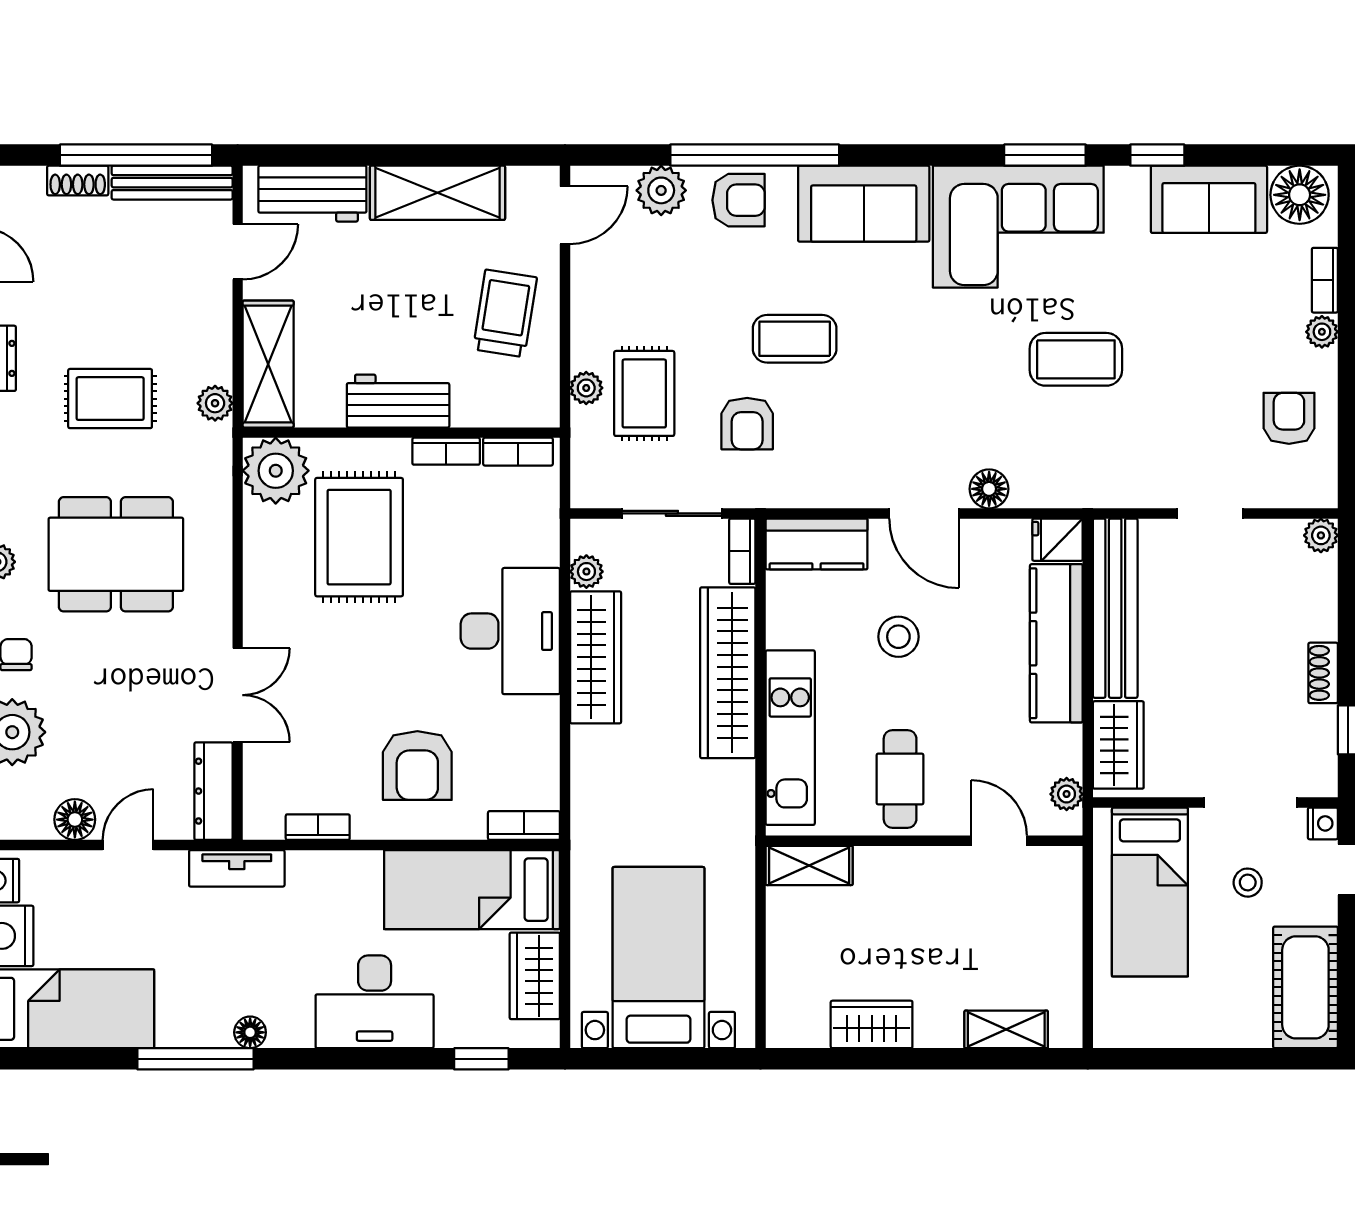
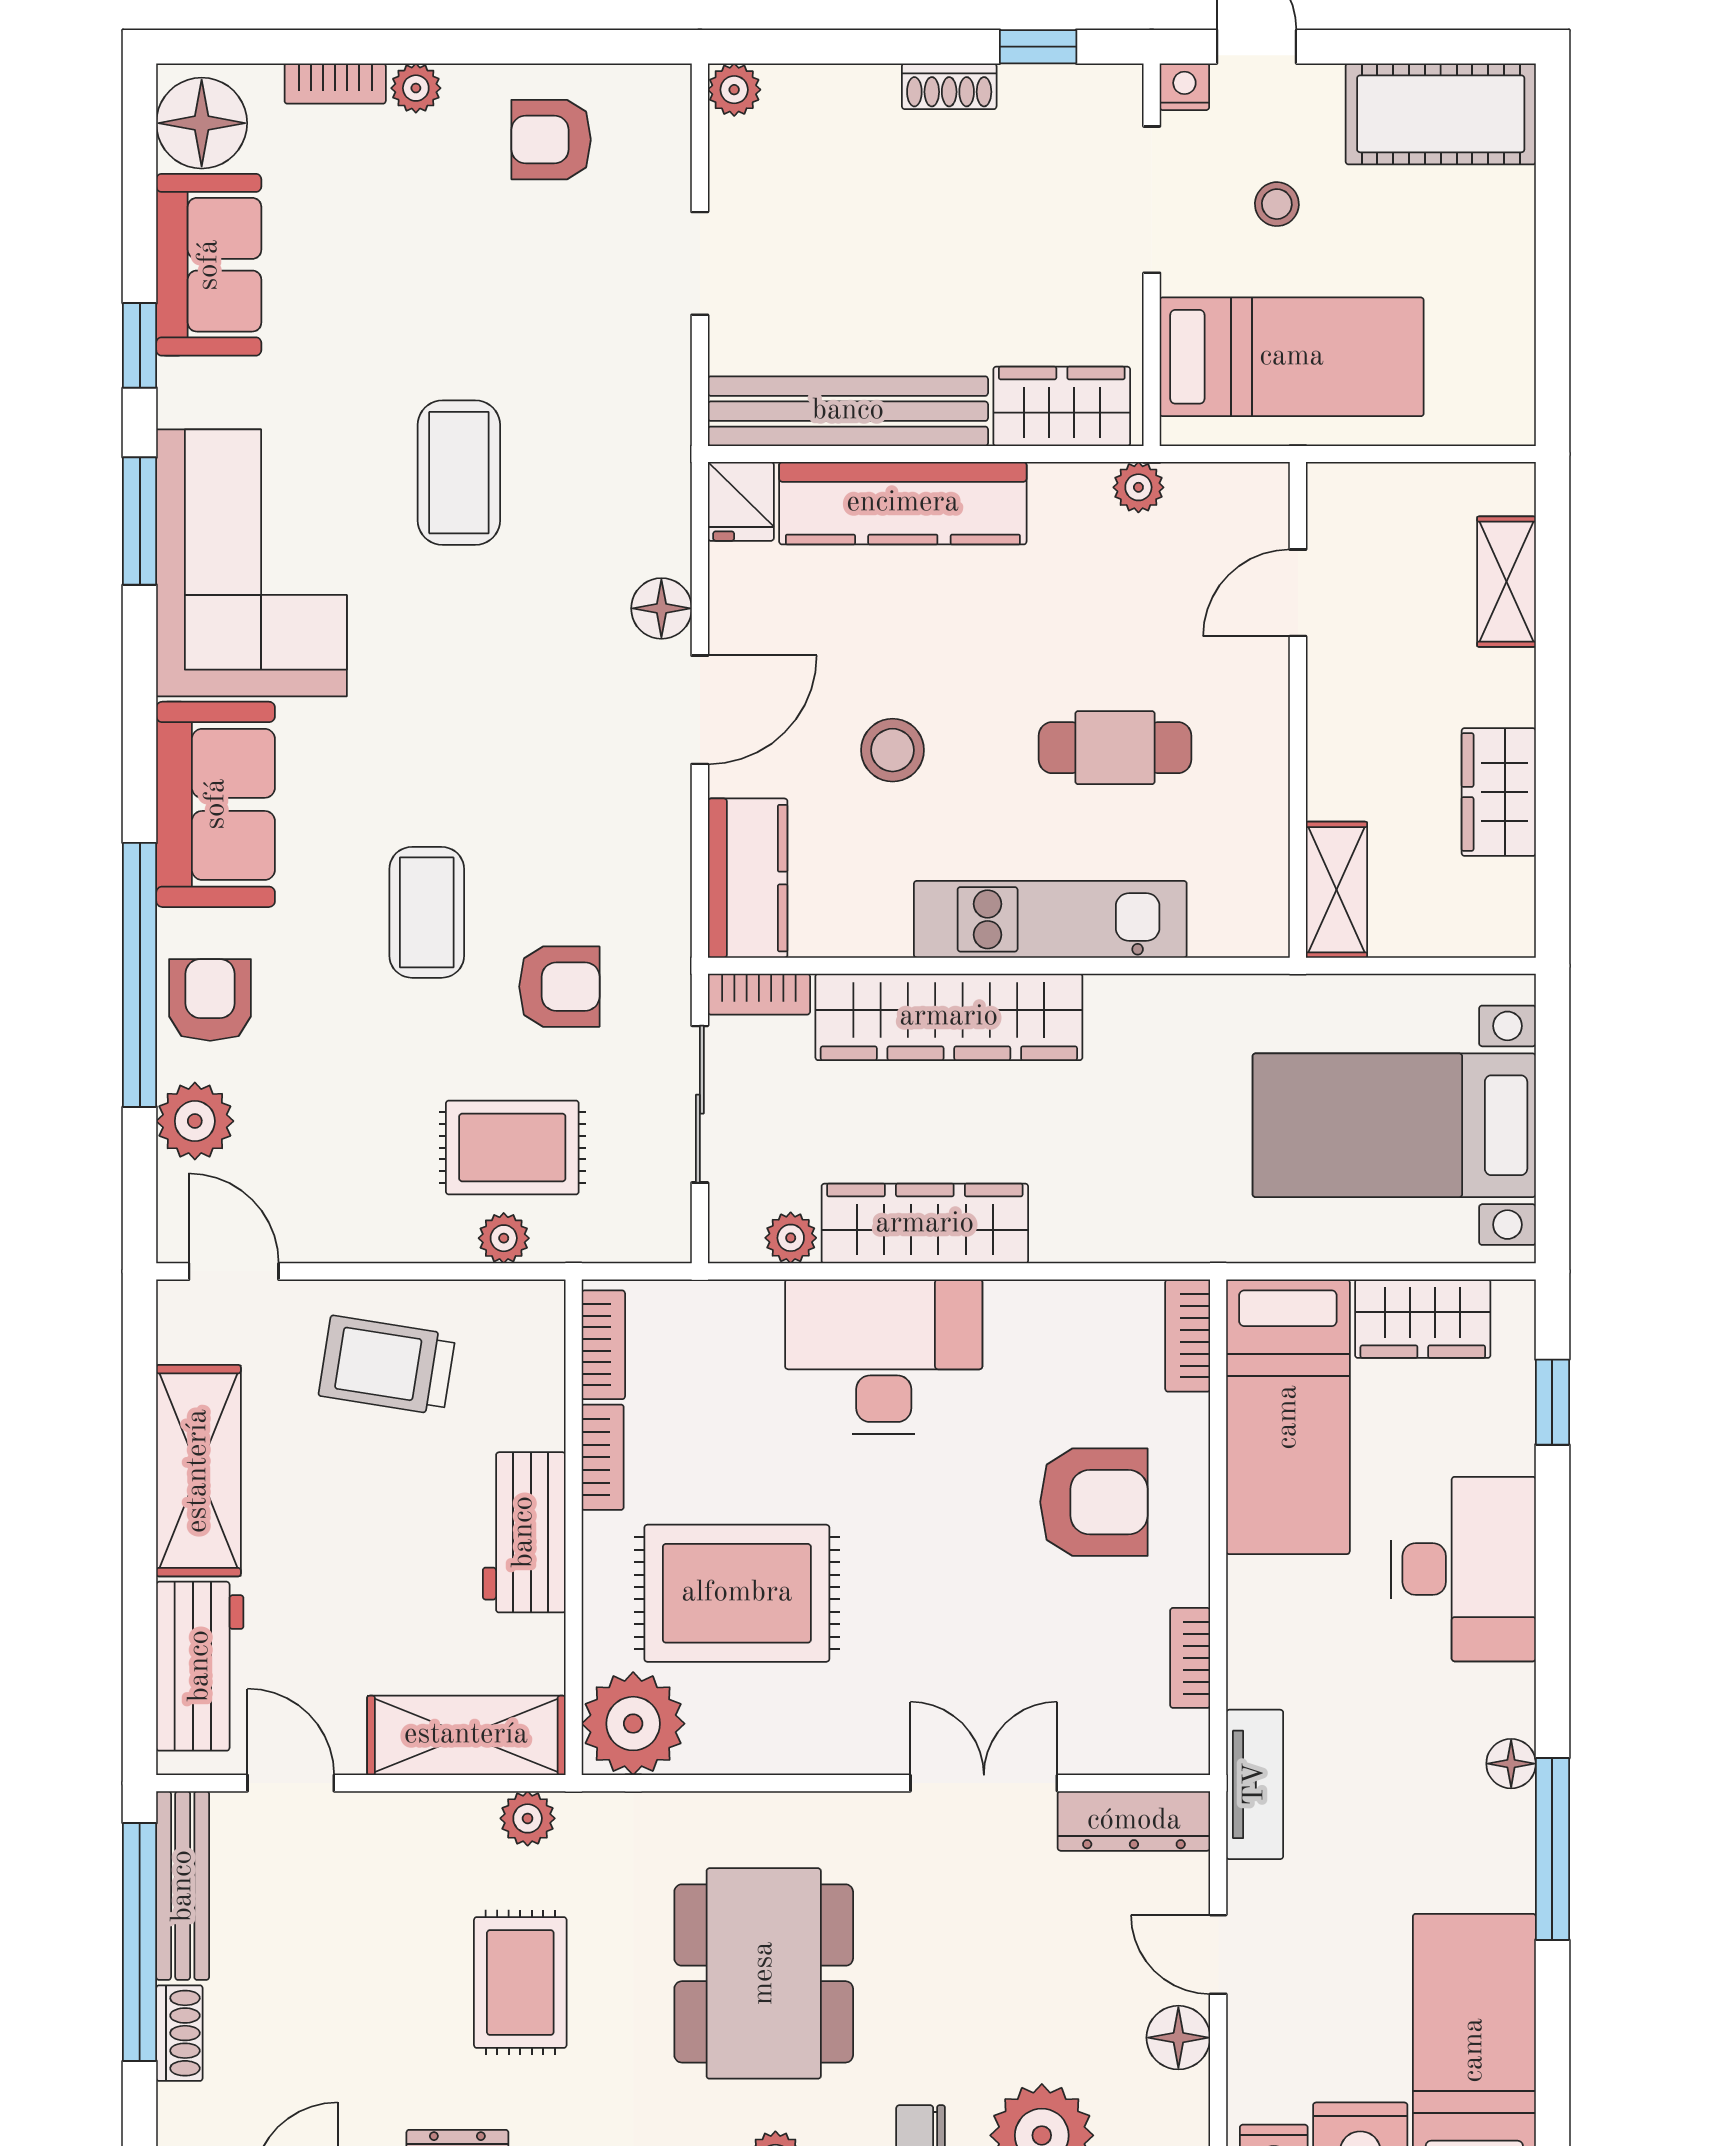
wall: (924, 841) -> (1298, 710), moved
door: (999, 841) -> (1298, 593), moved
shelving: (809, 865) -> (1336, 890), moved

